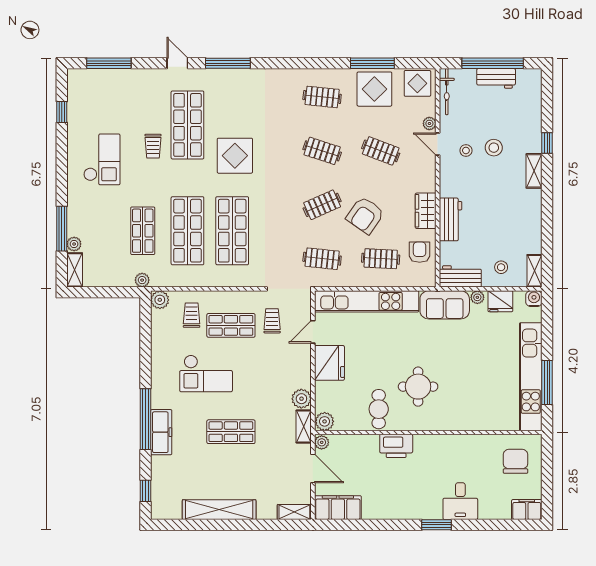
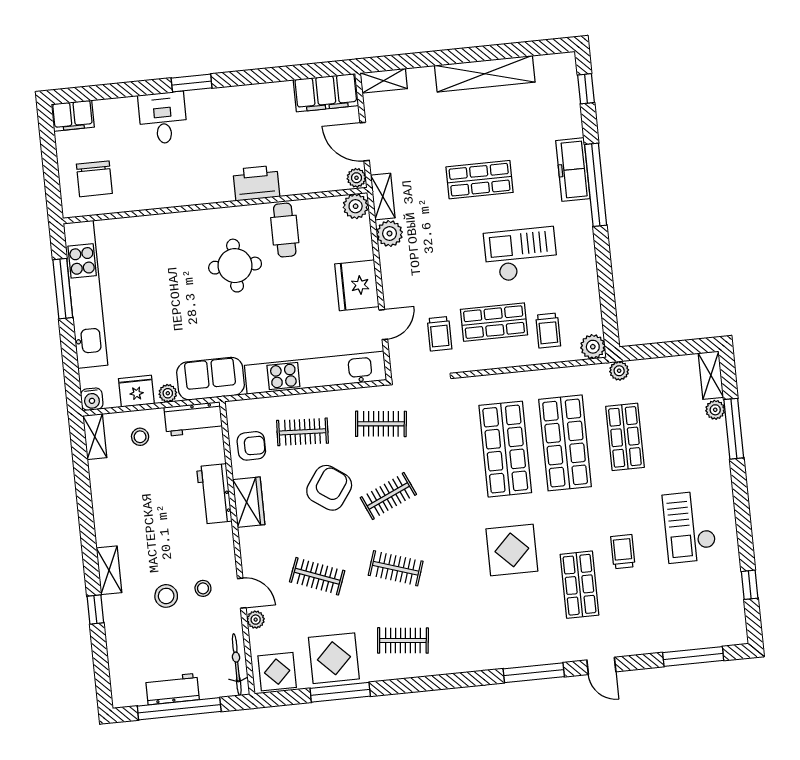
shop shelf: (187, 125) -> (579, 585), width x0.70, depth x0.74
armchair: (420, 252) -> (251, 446), turned -90

